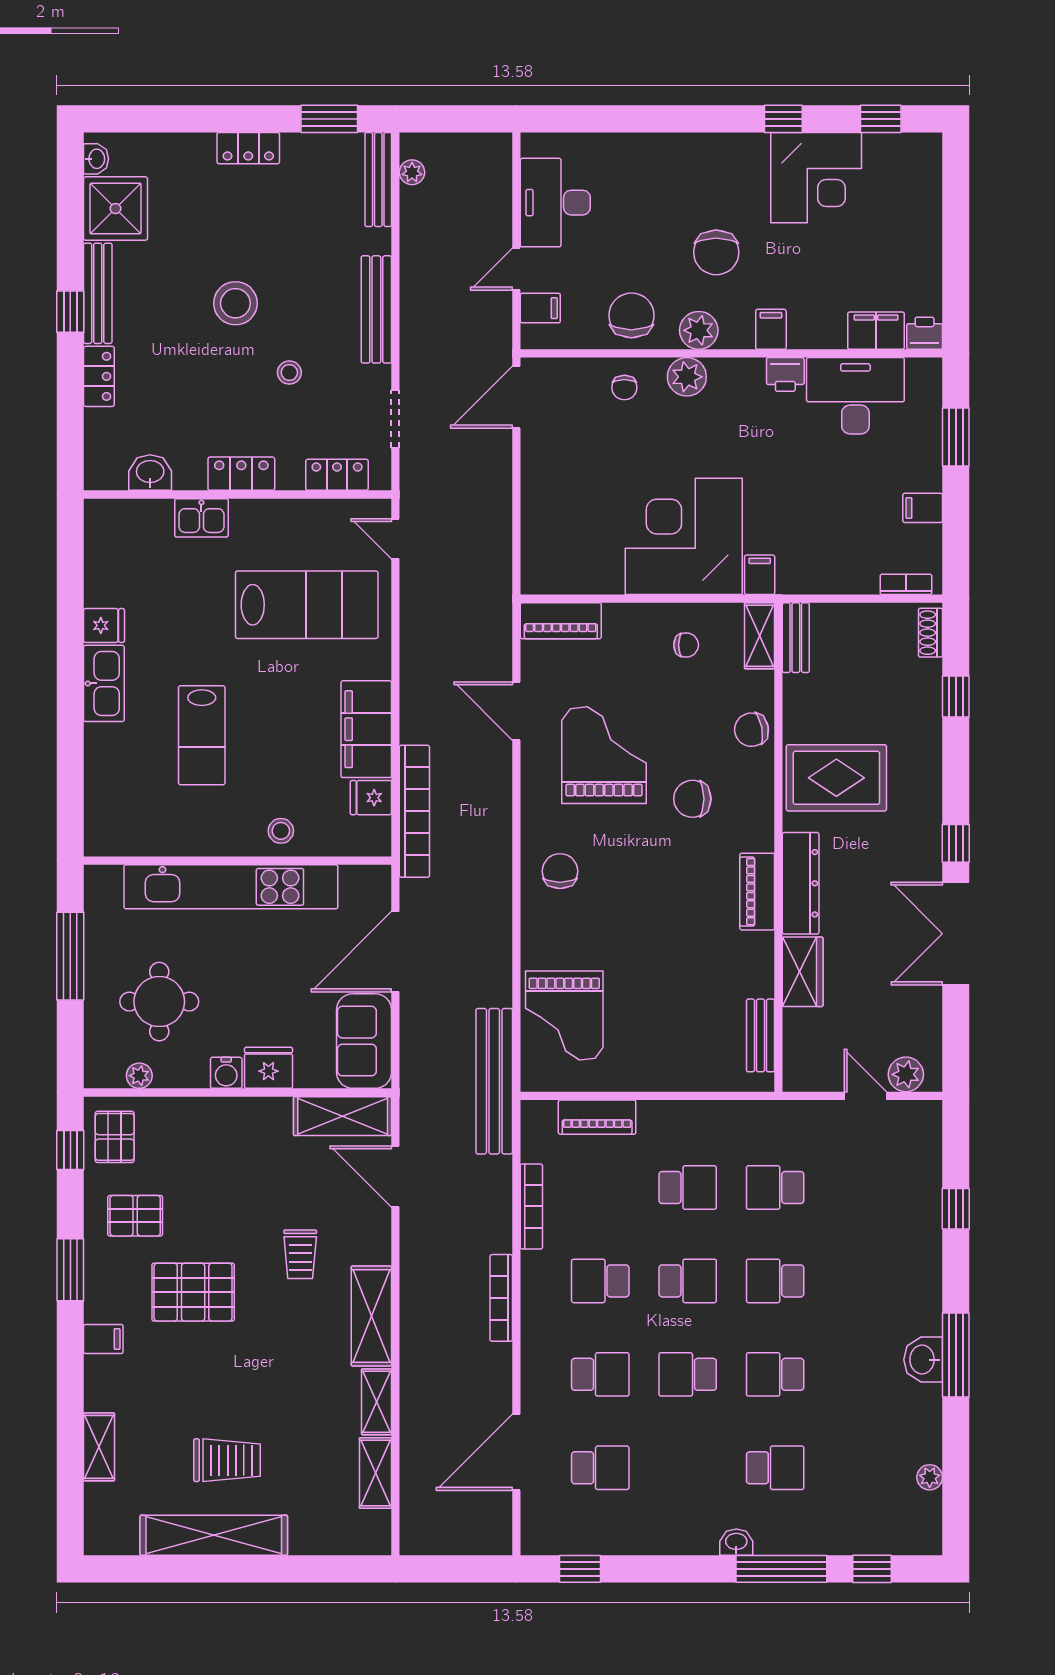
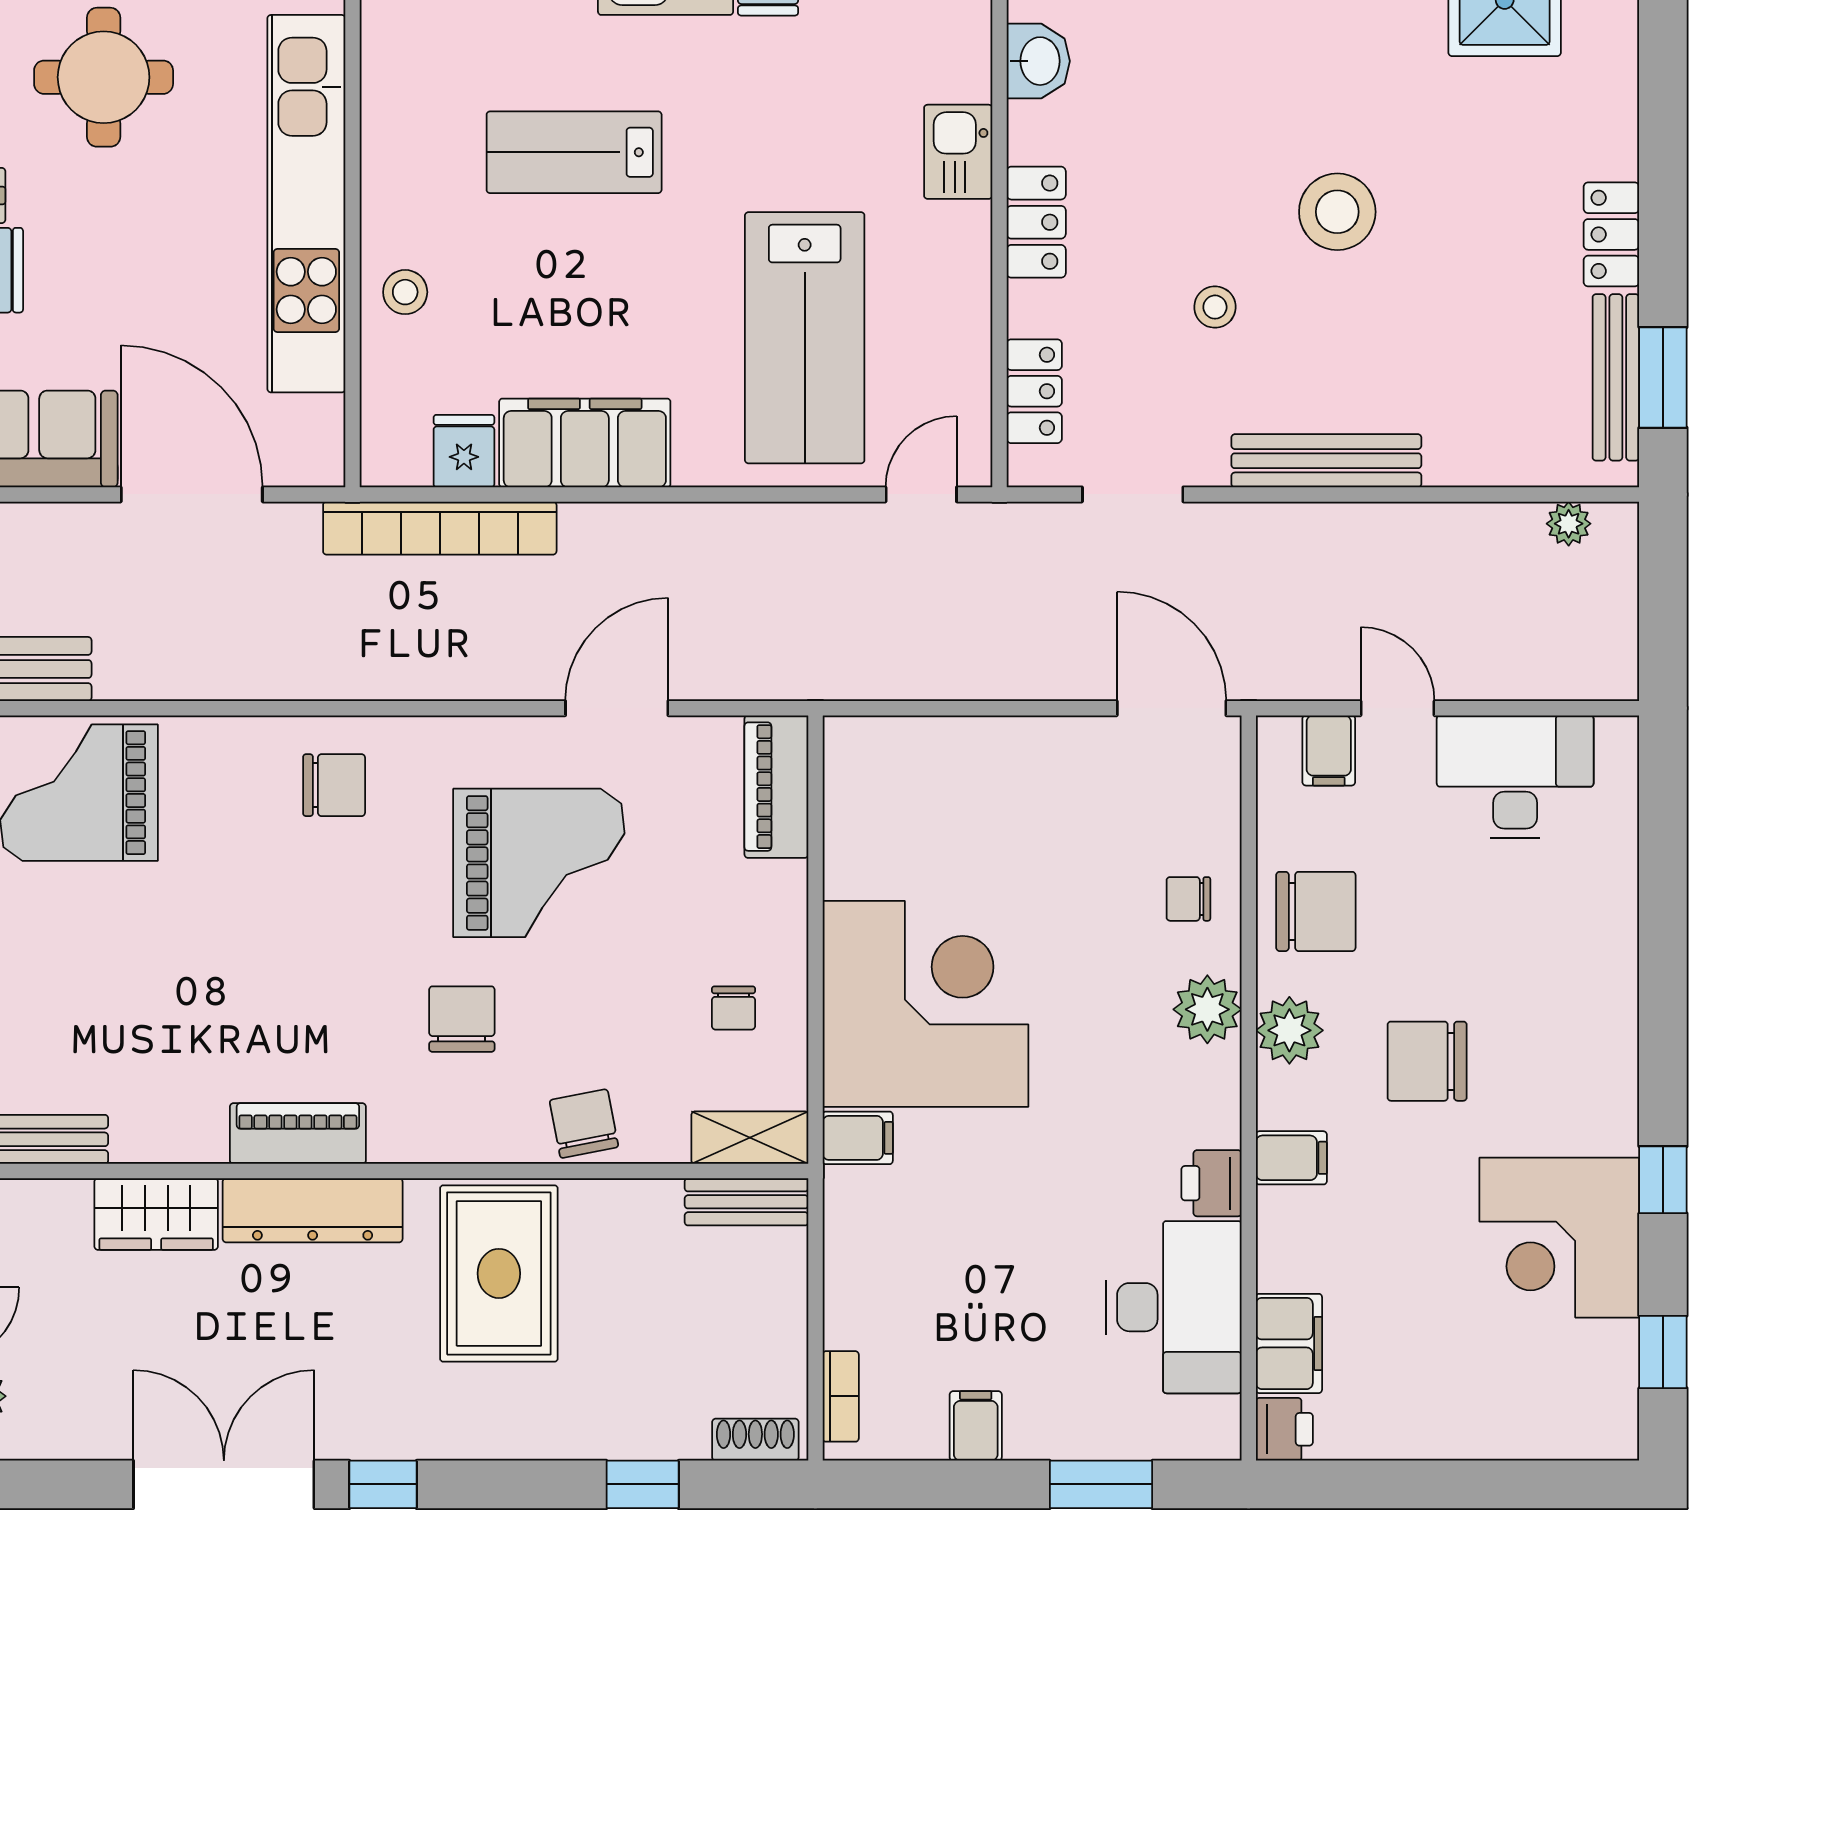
bench: (378, 179) -> (1616, 377), moved, turned 90

